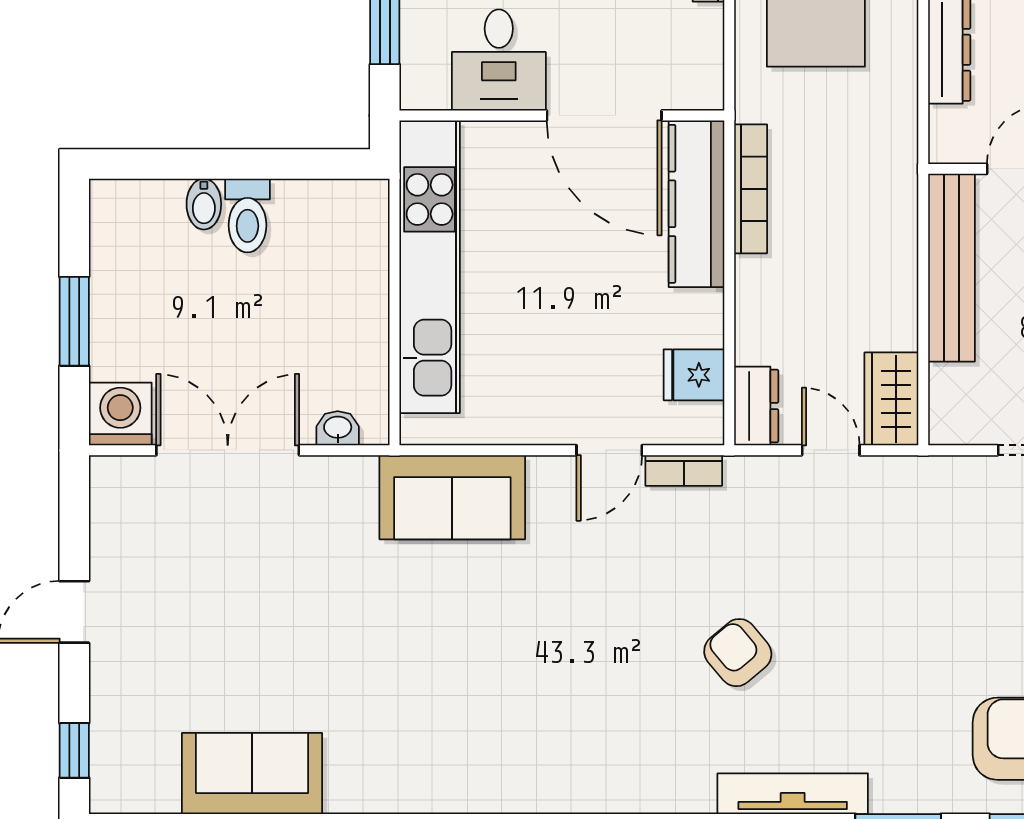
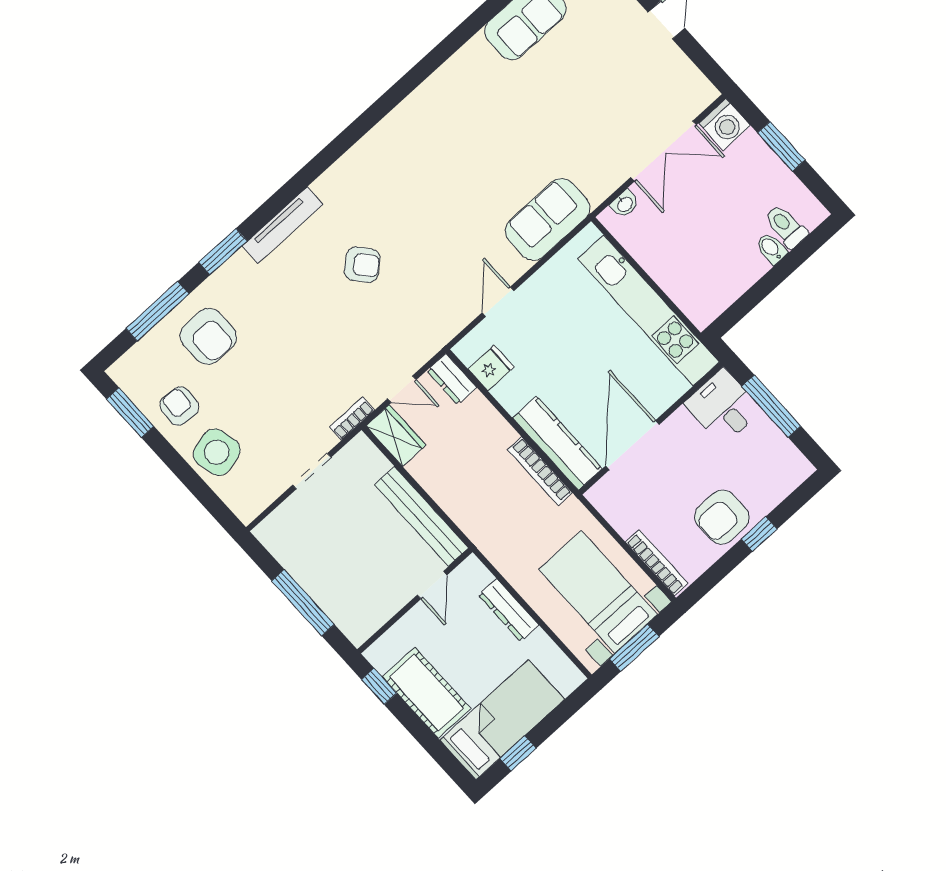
desk: (499, 60) -> (723, 407), moved
door: (604, 116) -> (632, 445), hinge flipped
toilet: (247, 216) -> (786, 226), moved
bookcase: (684, 470) -> (352, 419), moved

